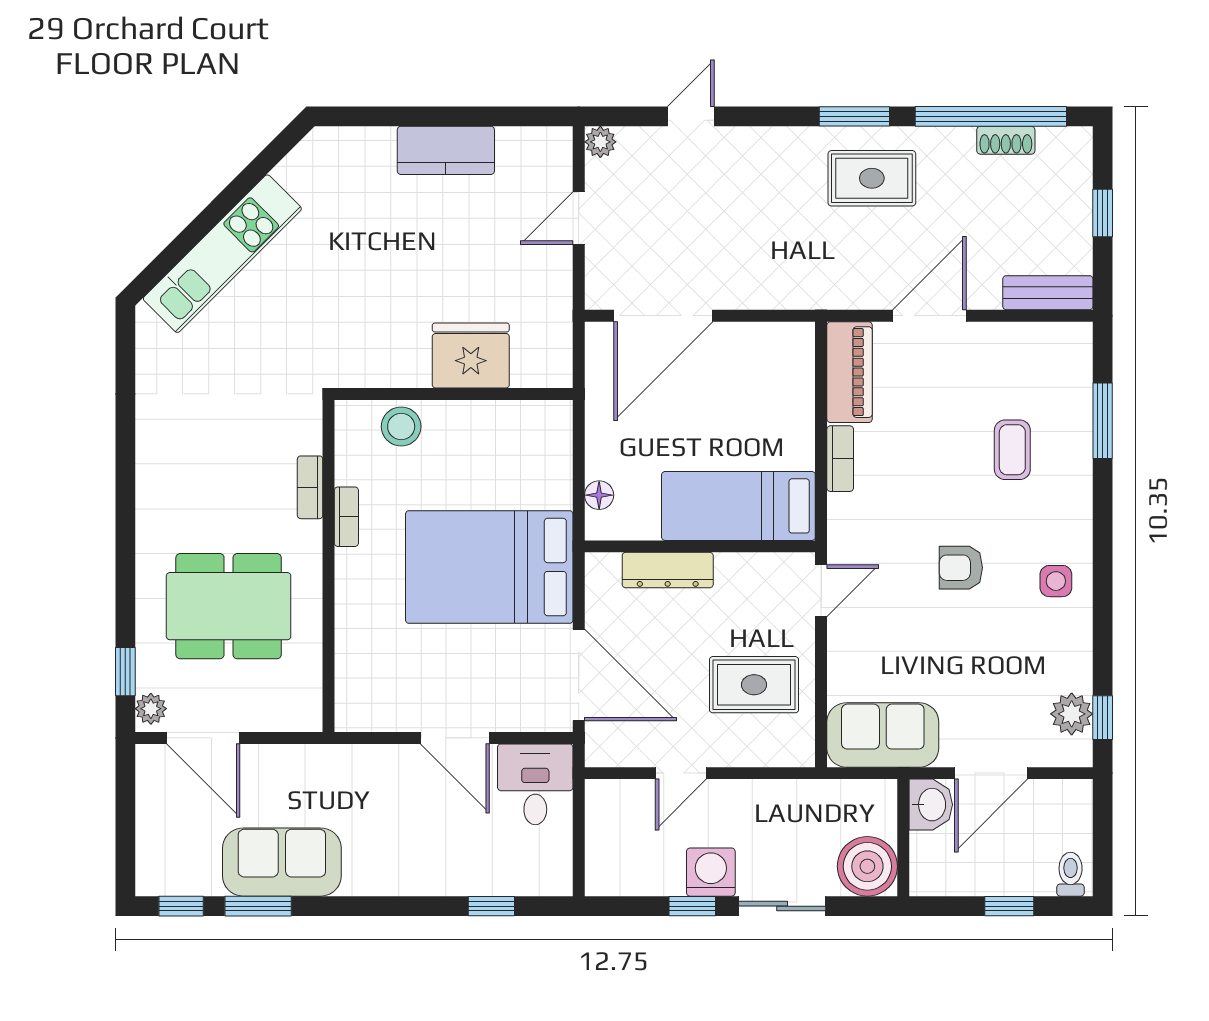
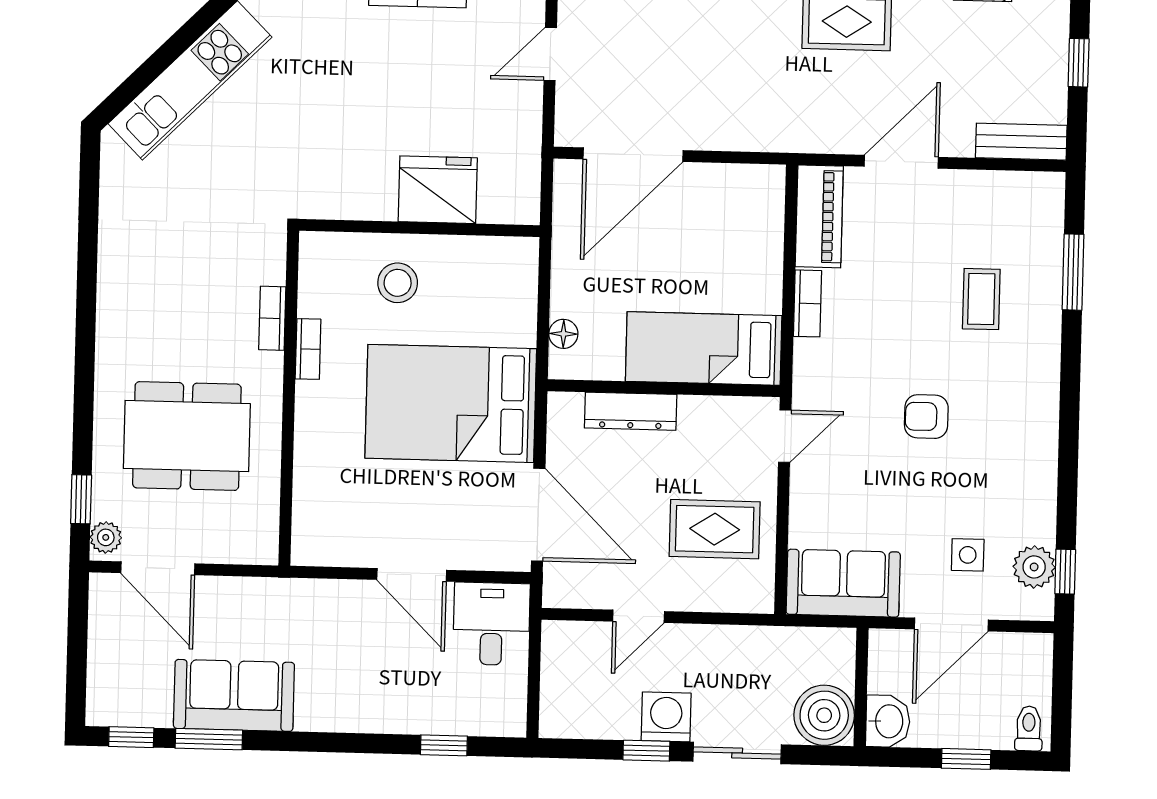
stool: (401, 427) -> (398, 283), moved
side table: (1056, 581) -> (968, 555), moved
washbasin: (931, 805) -> (888, 721), moved

